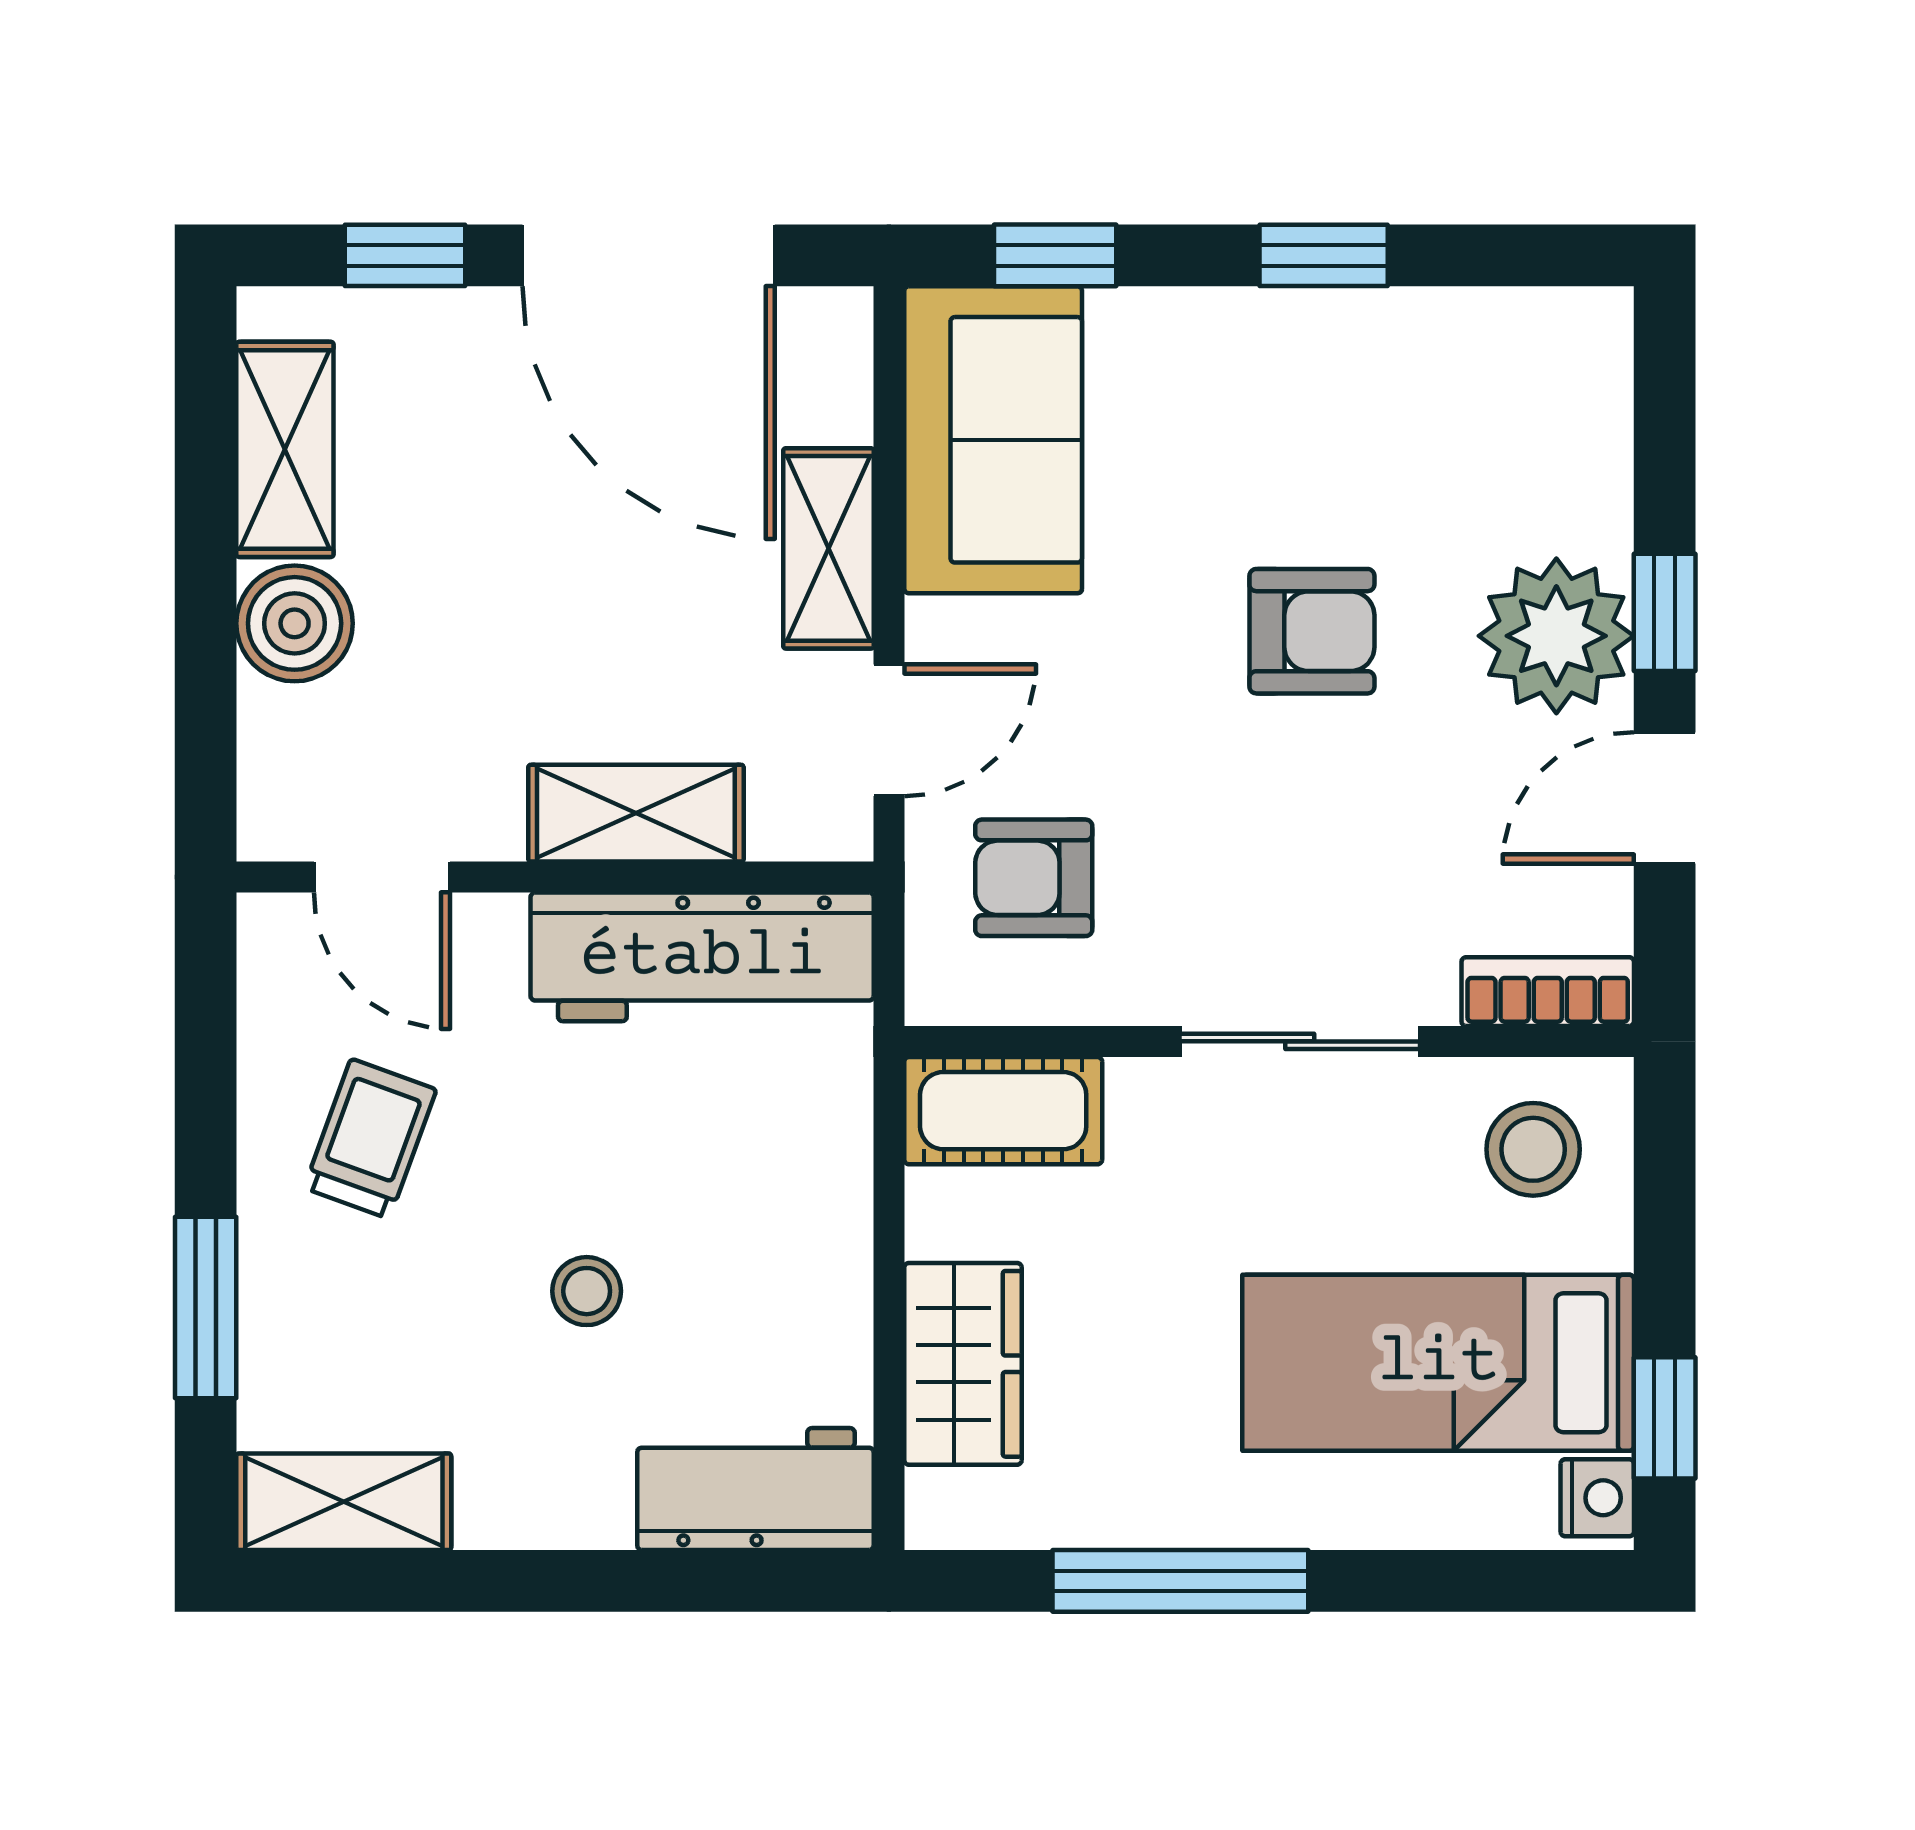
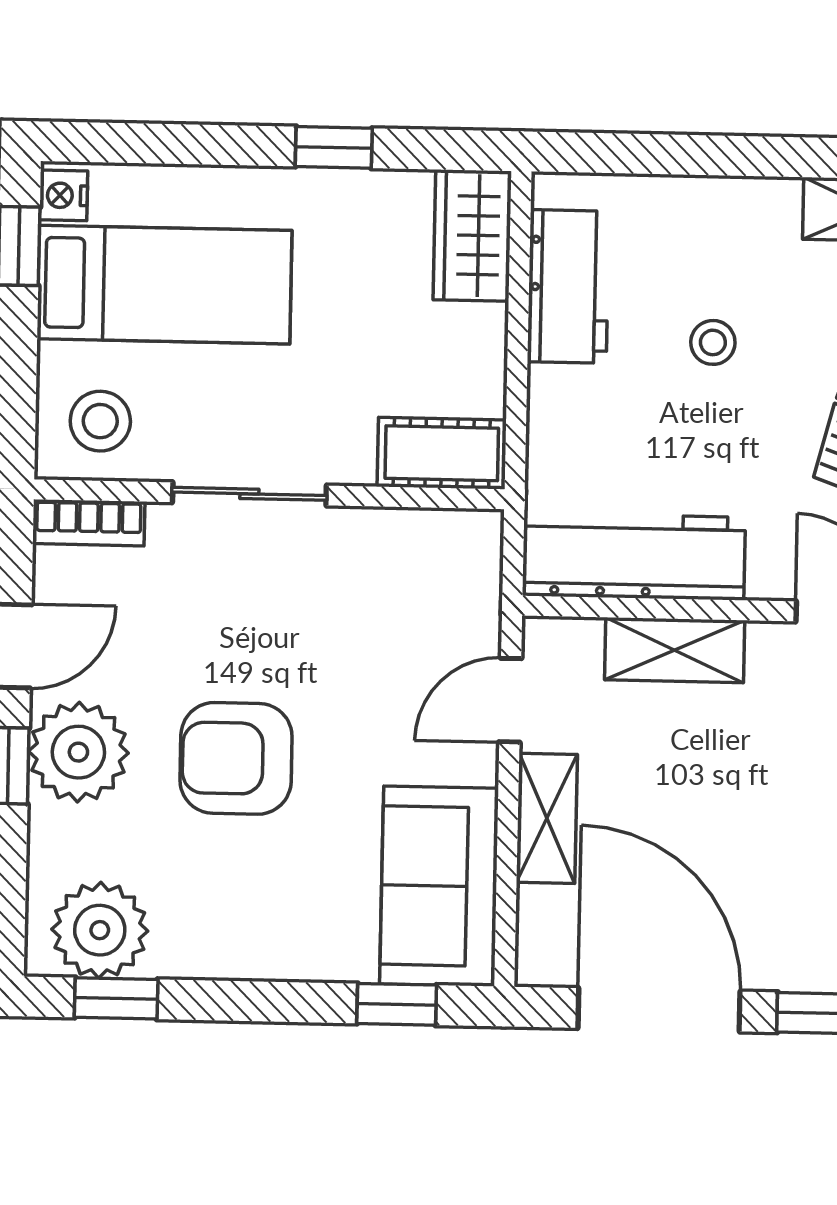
window: (1324, 255) -> (116, 998), moved
plant: (1517, 361) -> (100, 930), added
armchair: (1312, 631) -> (236, 758), width x1.38, depth x1.38
armchair: (1034, 878) -> (419, 603), removed
wardrobe: (963, 1364) -> (472, 235), moved
workbench: (755, 1489) -> (568, 286), moved, turned -90
window: (1180, 1581) -> (334, 147), width x0.46

